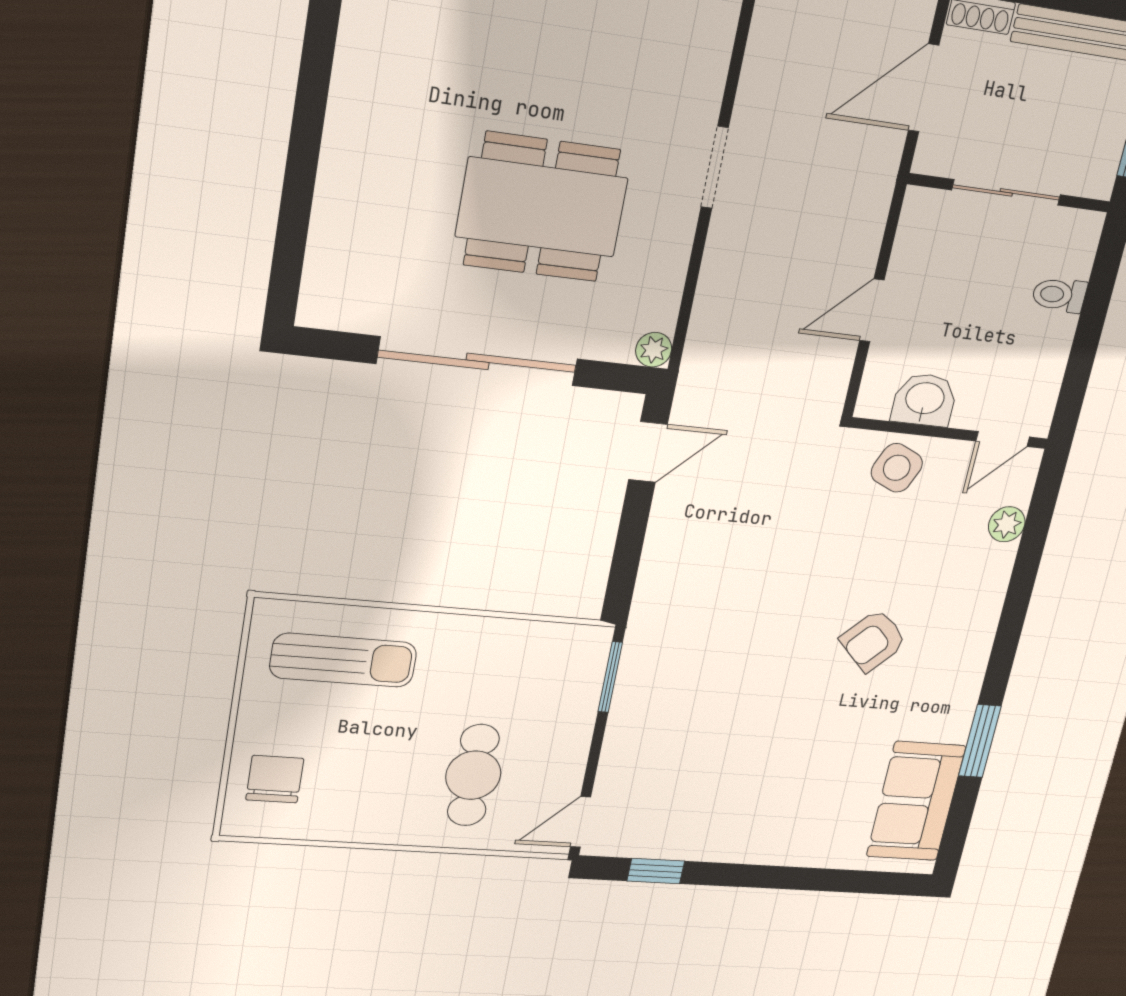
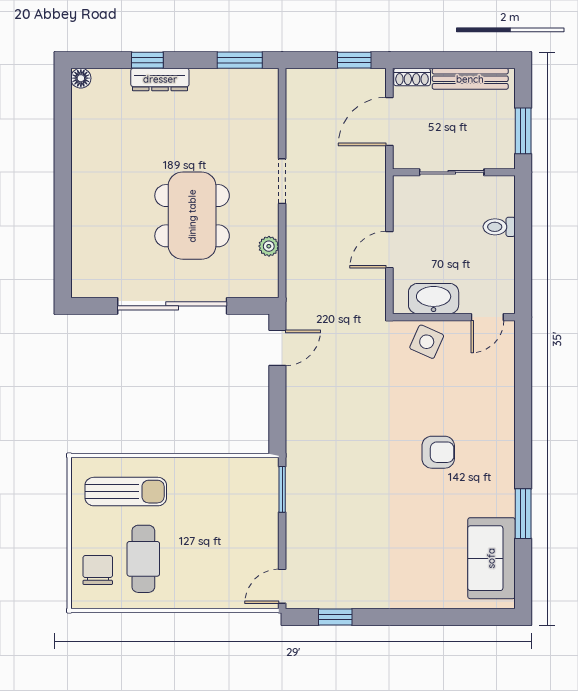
dining table: (542, 207) -> (192, 216), turned 90
plant: (654, 350) -> (269, 246), moved
washbasin: (925, 400) -> (434, 299), width x1.38
plant: (1007, 524) -> (504, 370), removed
armchair: (873, 641) -> (438, 452), turned -134
cafe table: (473, 775) -> (143, 559), moved

